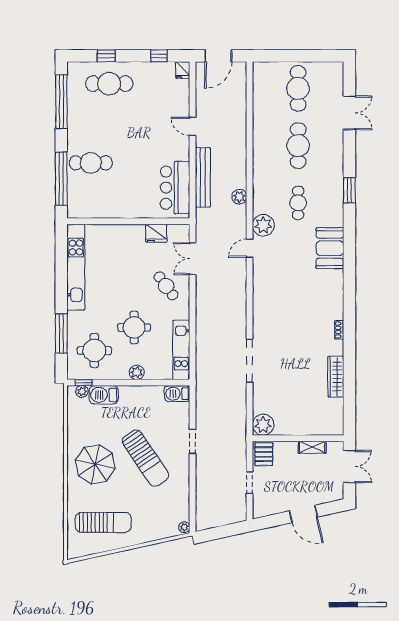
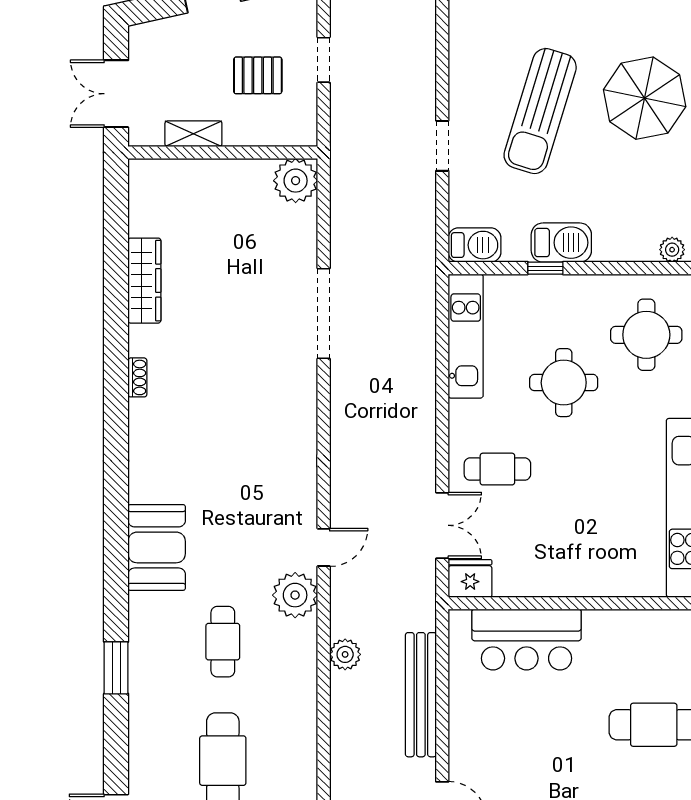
bar counter: (175, 188) -> (527, 640), moved, turned 90
fridge: (156, 233) -> (470, 578), moved
cafe table: (166, 286) -> (497, 469), turned -54
plant: (137, 372) -> (558, 289), removed
window: (84, 383) -> (545, 268), moved
barbecue: (104, 395) -> (561, 243), moved
pallet: (264, 454) -> (258, 75), moved, turned 90
sun lounger: (145, 458) -> (540, 111), turned -129

